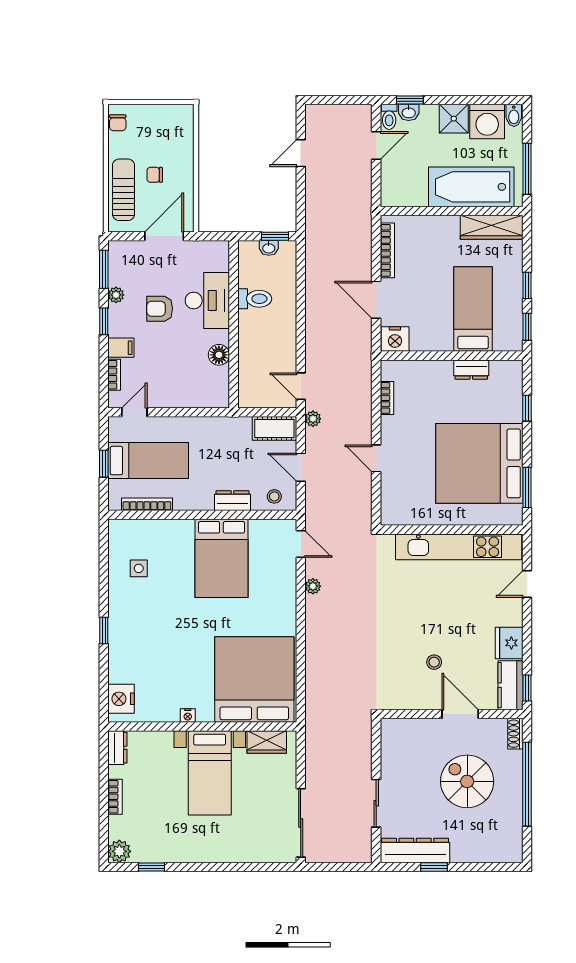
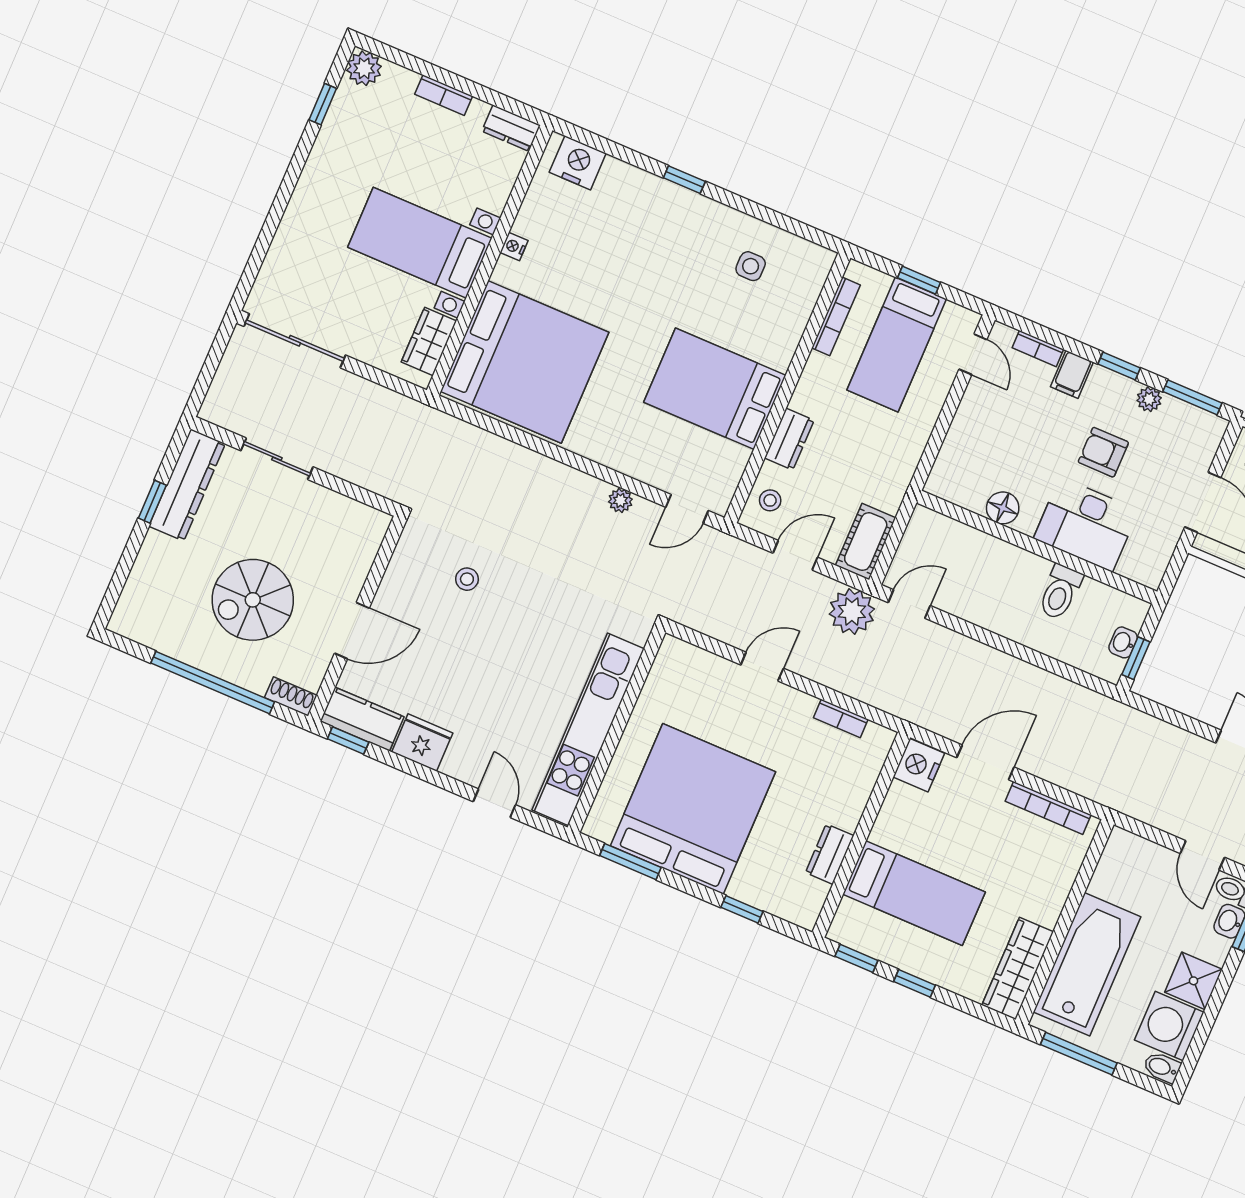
armchair: (160, 309) -> (1103, 452), turned -90
plant: (313, 419) -> (852, 612), width x1.87, depth x1.87
stool: (434, 662) -> (467, 579), moved
spiral stairs: (467, 781) -> (253, 600), turned 180

